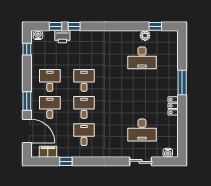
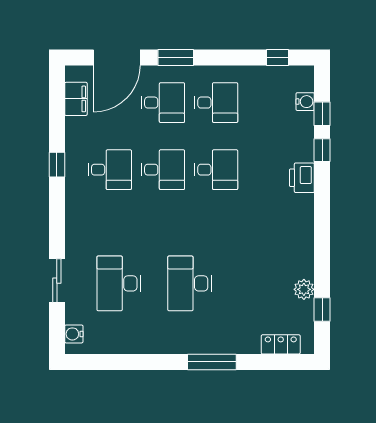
water cooler: (38, 35) -> (305, 102), moved
printer: (62, 37) -> (302, 178), moved
desk: (142, 58) -> (189, 283), moved
locker: (173, 106) -> (281, 344), moved
window: (66, 161) -> (57, 165), moved

